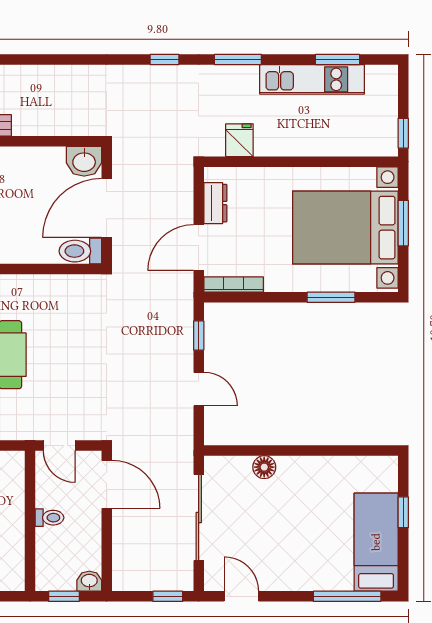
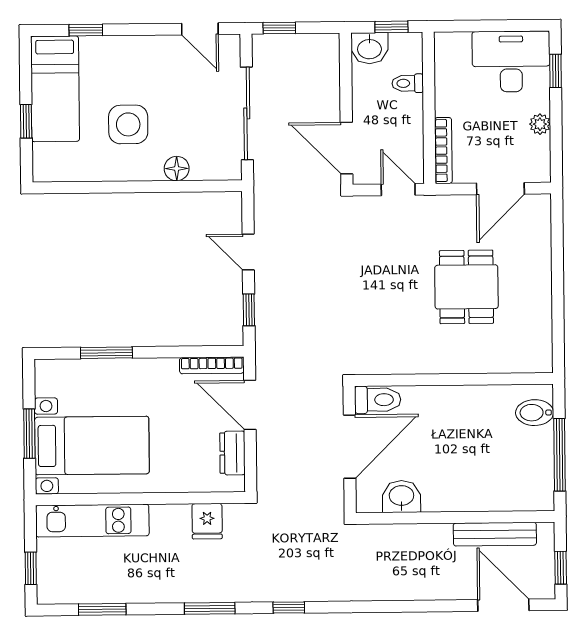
kitchen unit: (312, 79) -> (92, 521), moved, turned 180
window: (403, 133) -> (31, 568), moved
washbasin: (84, 161) -> (401, 496), moved
bed with nightstands: (345, 228) -> (92, 445), width x0.73
door: (199, 247) -> (250, 405), swing flipped
bookcase: (17, 481) -> (443, 151), added
side table: (309, 508) -> (128, 124), added
toilet: (49, 518) -> (408, 83), moved
washbasin: (89, 581) -> (369, 48), width x1.38, depth x1.45
window: (347, 596) -> (86, 30), width x0.46

